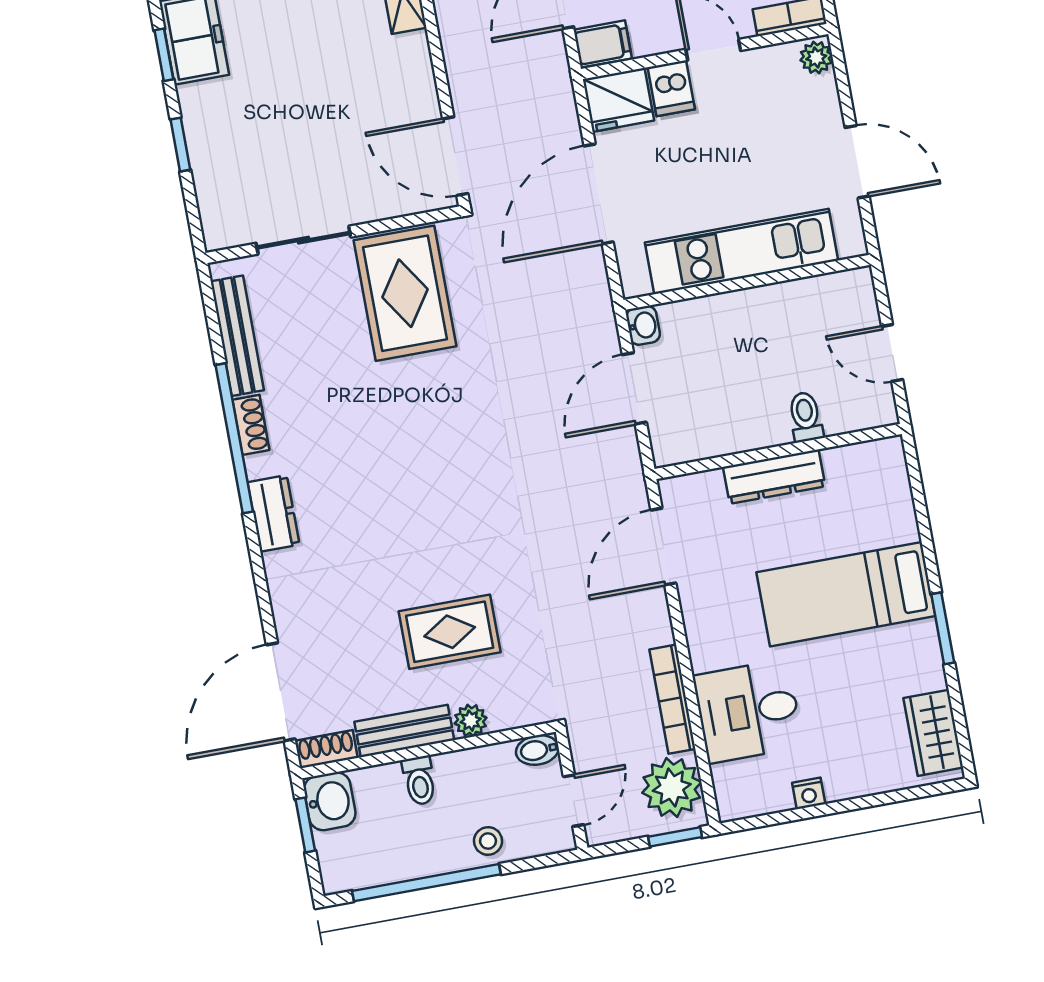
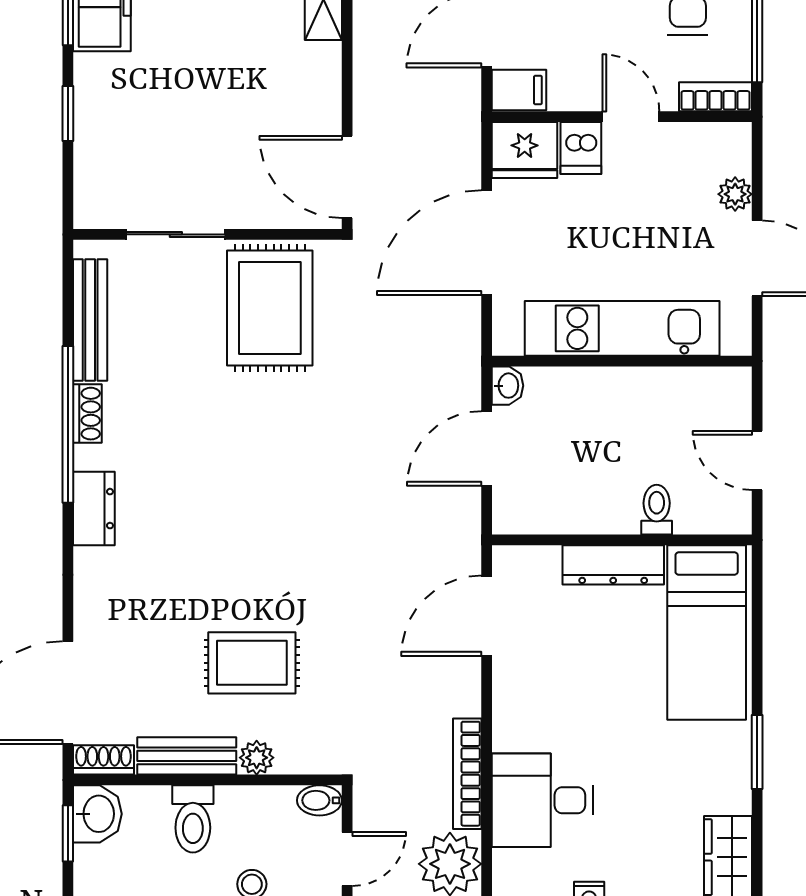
plant: (816, 57) -> (735, 194), moved
bed: (846, 594) -> (707, 633), moved, turned -90
toilet: (419, 781) -> (193, 819), width x1.37, depth x1.39

